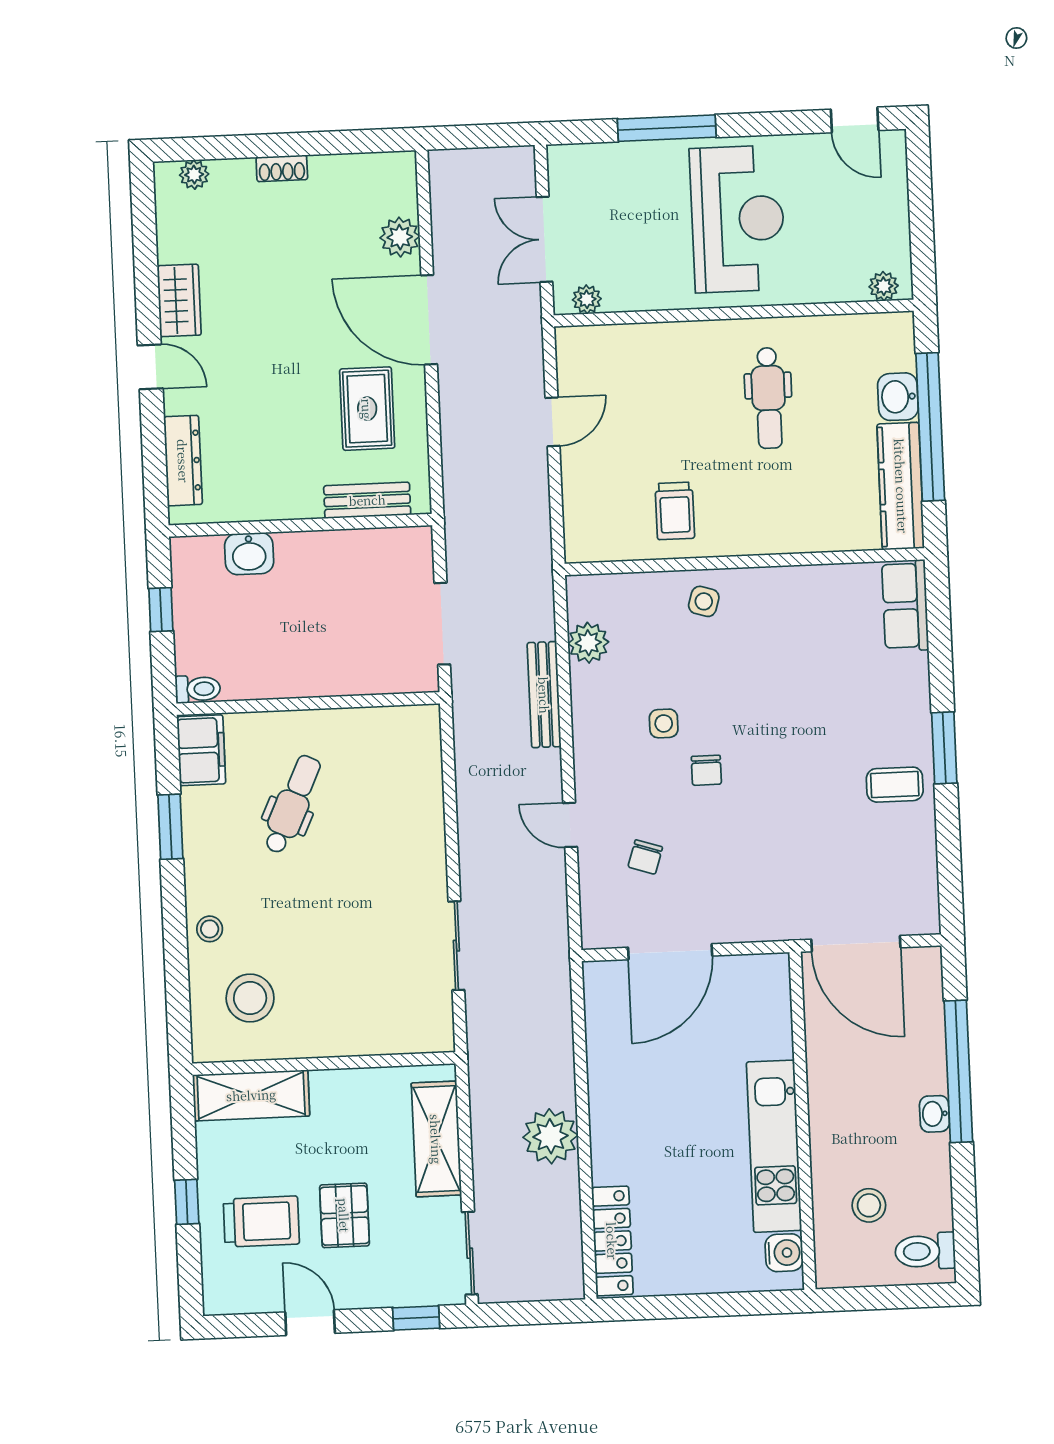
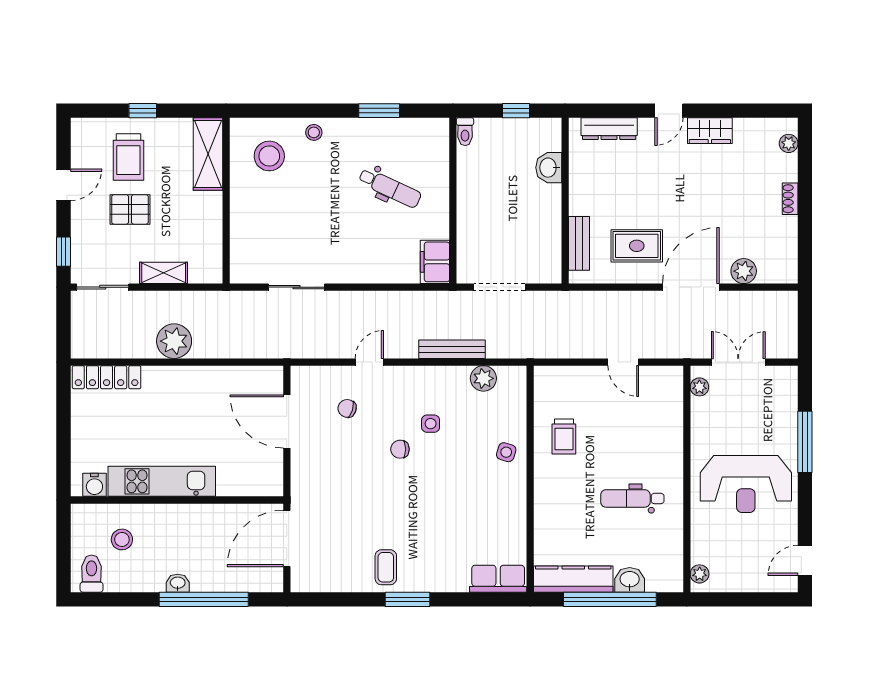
trolley: (675, 511) -> (564, 437), turned -90
filing cabinet: (201, 750) -> (435, 262), moved, turned 90
shelving: (436, 1139) -> (164, 273), width x0.67, depth x0.75

